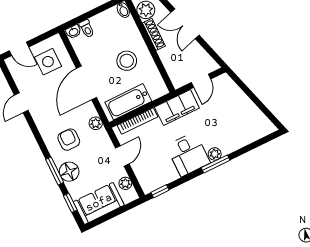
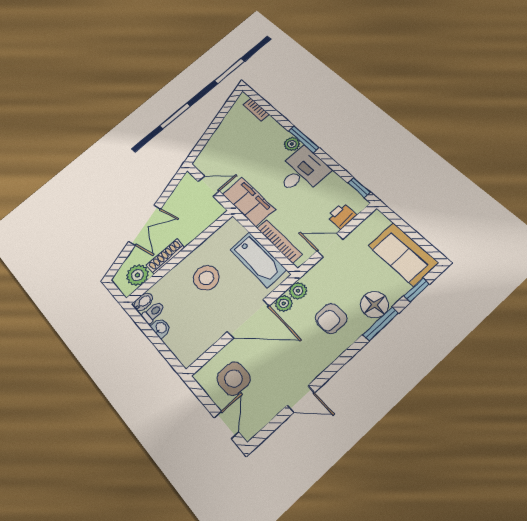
toilet: (87, 29) -> (153, 312), moved
washbasin: (73, 32) -> (161, 328), moved
bookcase: (256, 135) -> (256, 110), added
printer: (142, 172) -> (342, 216), added
plant: (125, 183) -> (284, 303), moved

